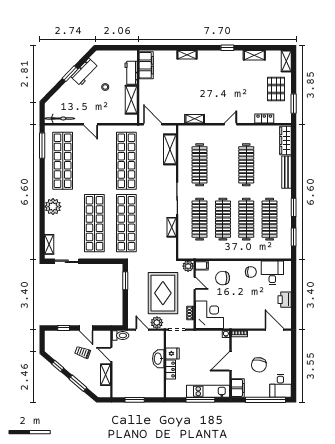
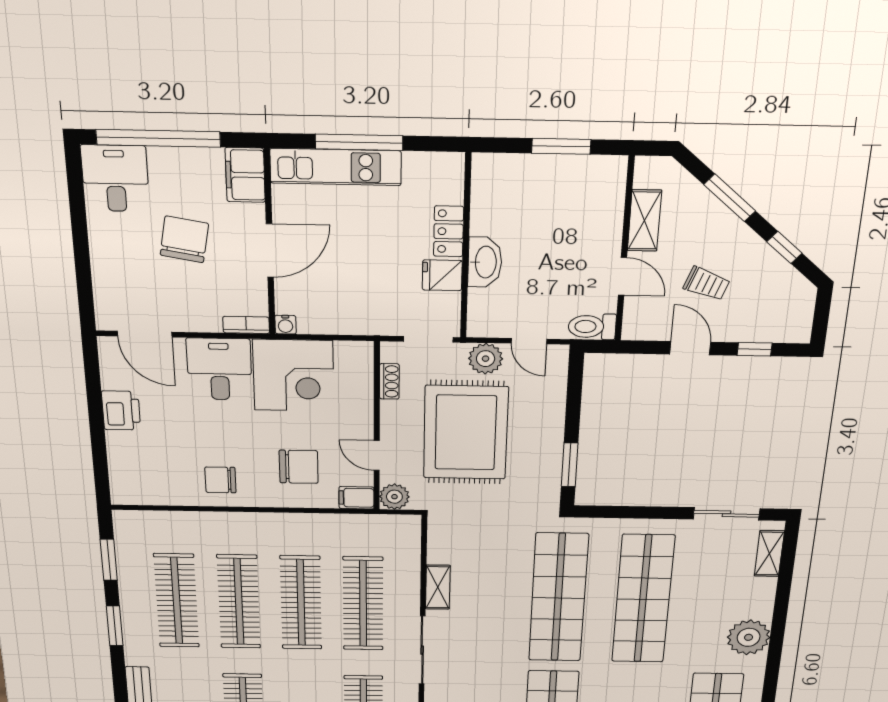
desk: (272, 273) -> (219, 369), moved, turned 180
corner desk: (209, 315) -> (293, 375), moved, turned -90

